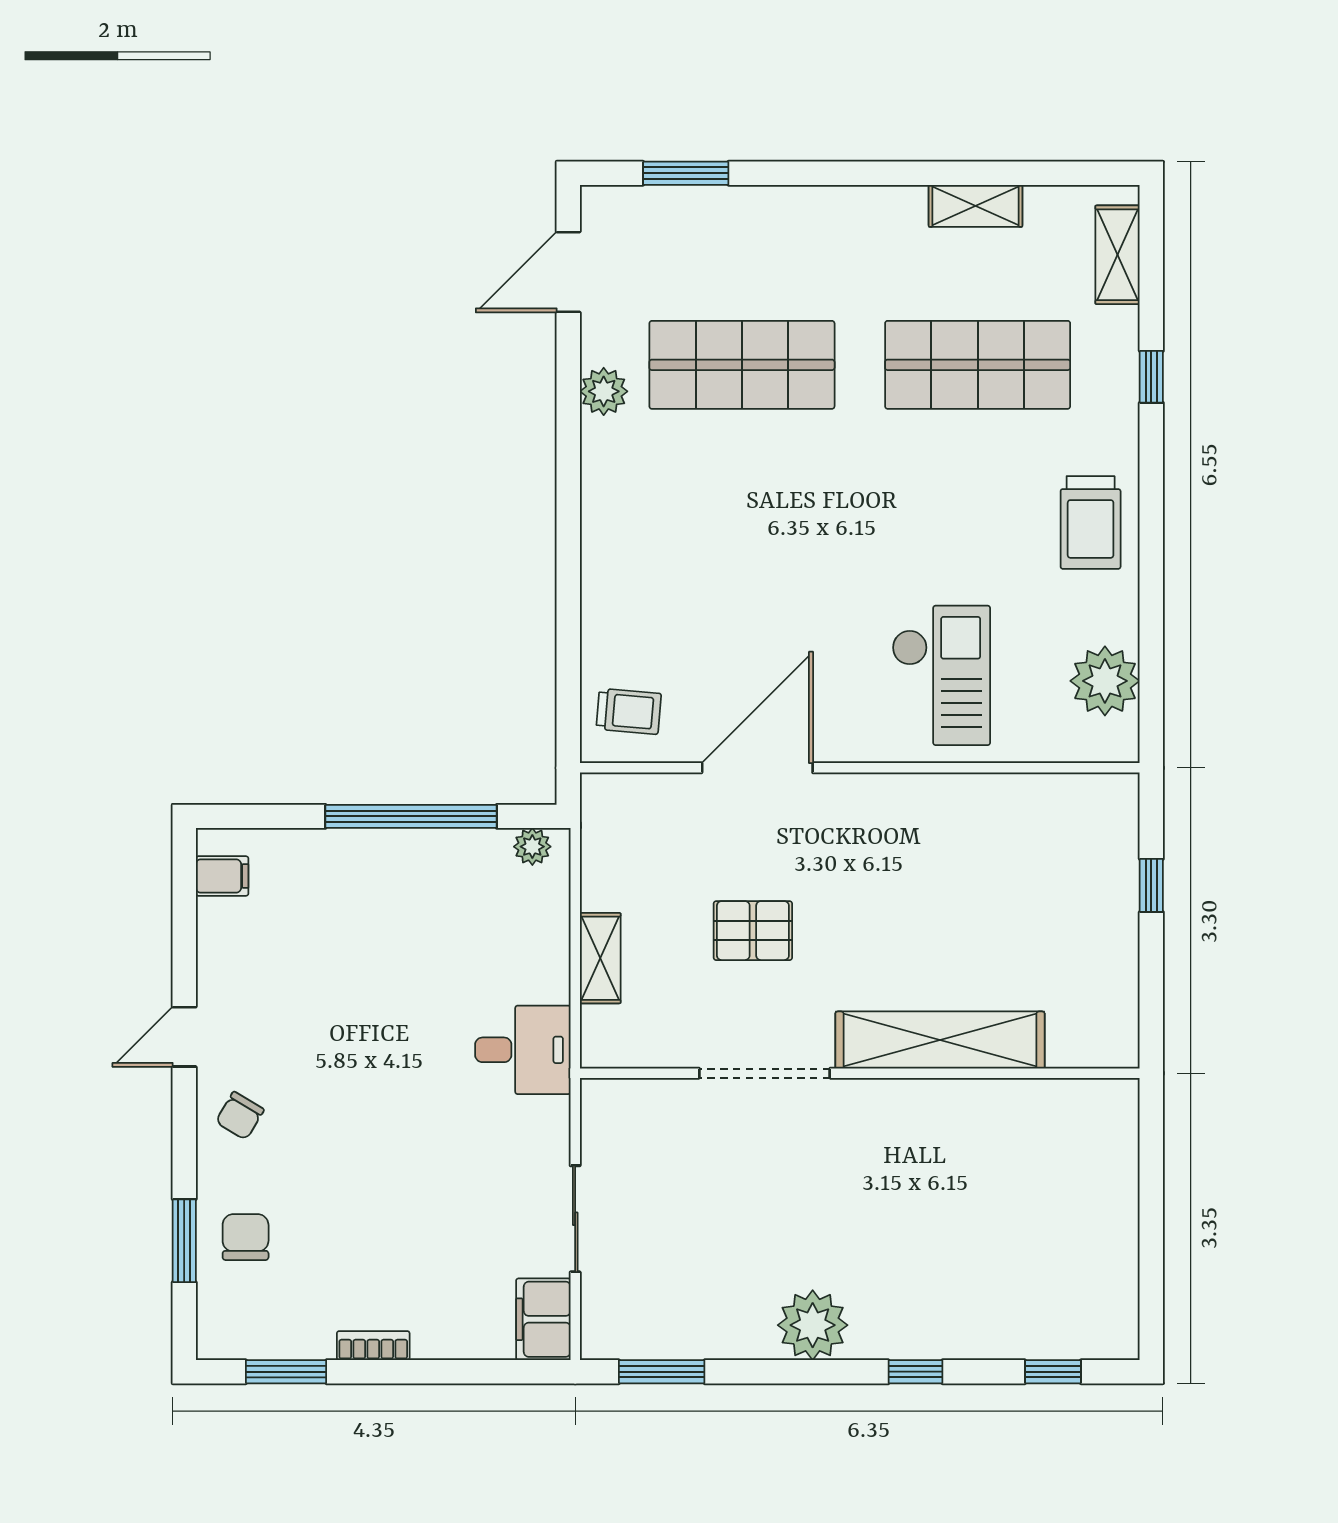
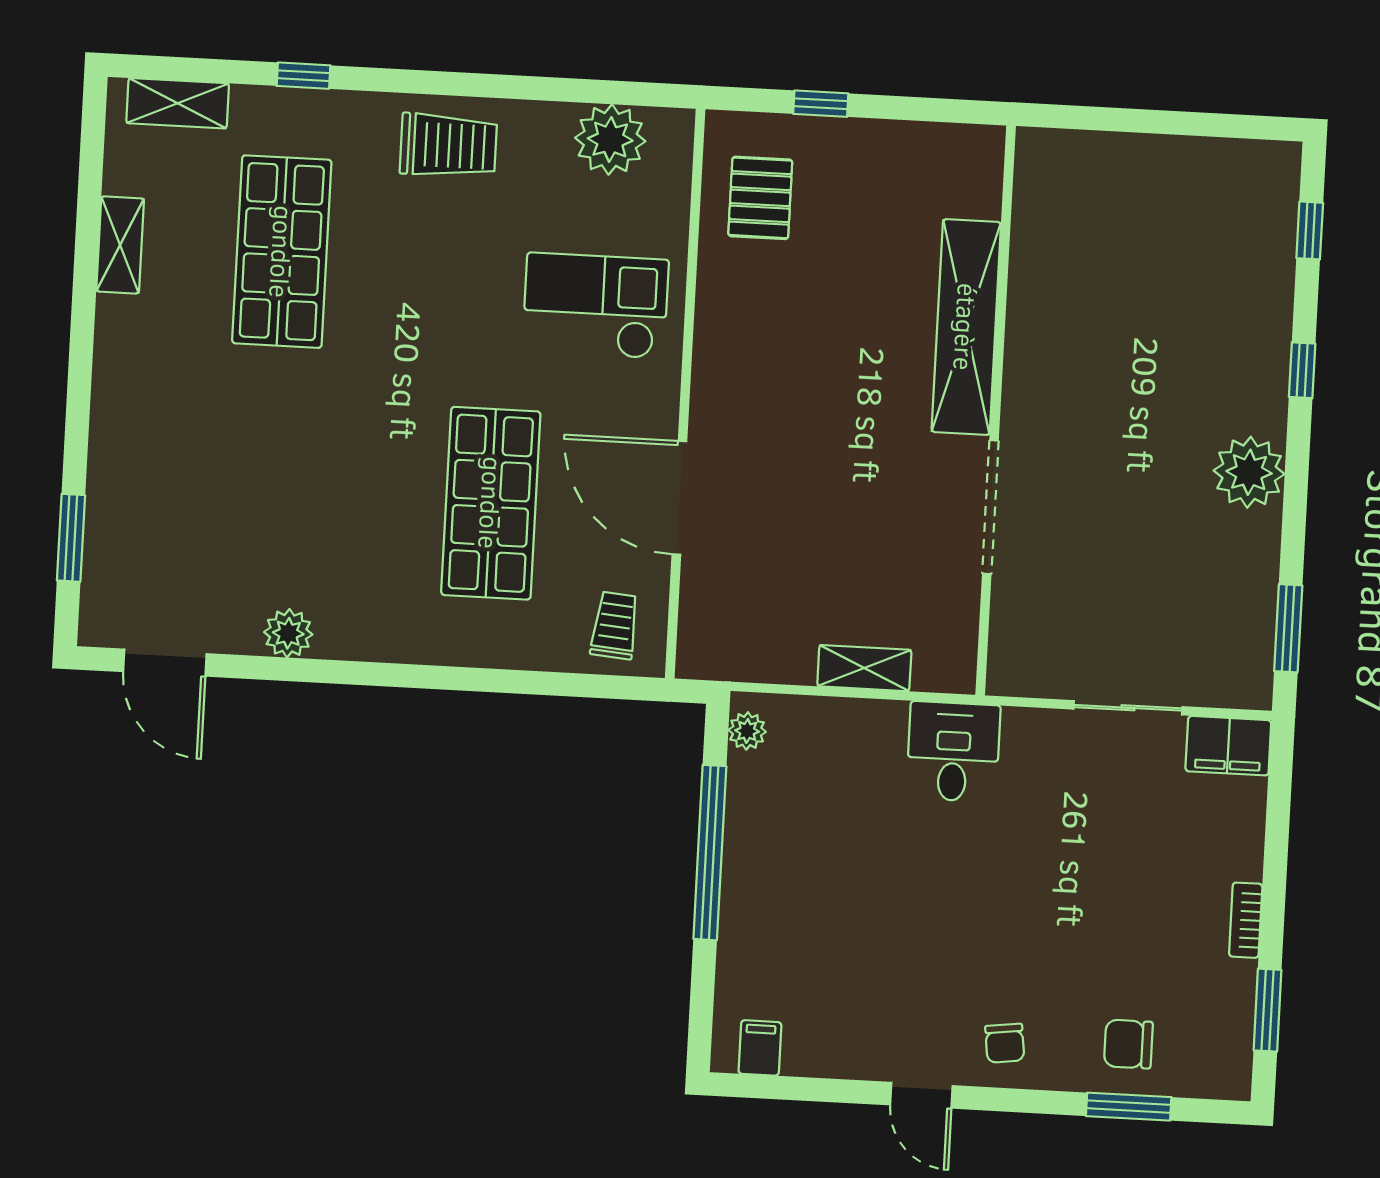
shop shelf: (742, 365) -> (491, 503), moved
pallet: (753, 931) -> (760, 198), moved
chair: (240, 1116) -> (1005, 1043), turned 52

